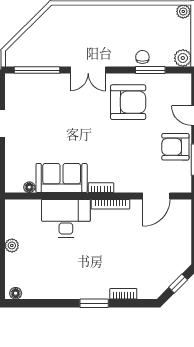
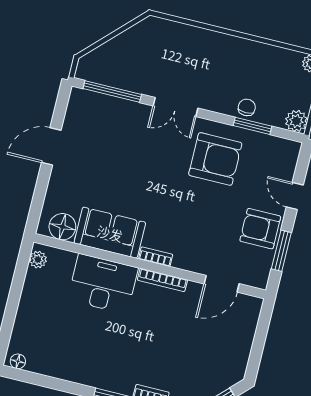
floor lamp: (29, 187) -> (62, 227), width x1.89, depth x1.89
plant: (12, 245) -> (38, 260), moved

